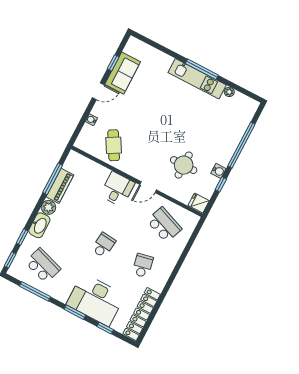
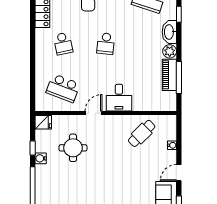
cafe table: (114, 145) -> (142, 133), turned 75

